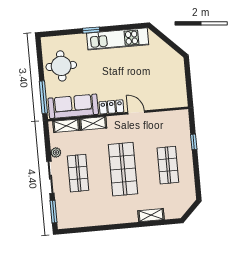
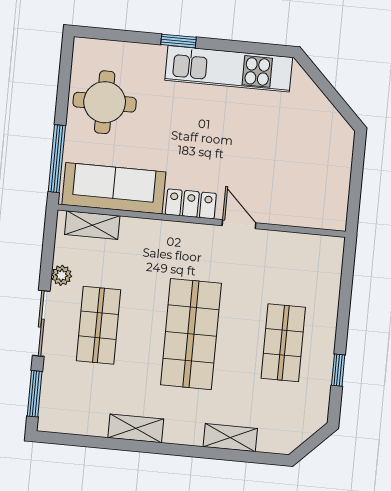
shelving: (93, 123) -> (136, 428), moved
window: (194, 142) -> (338, 370), moved

